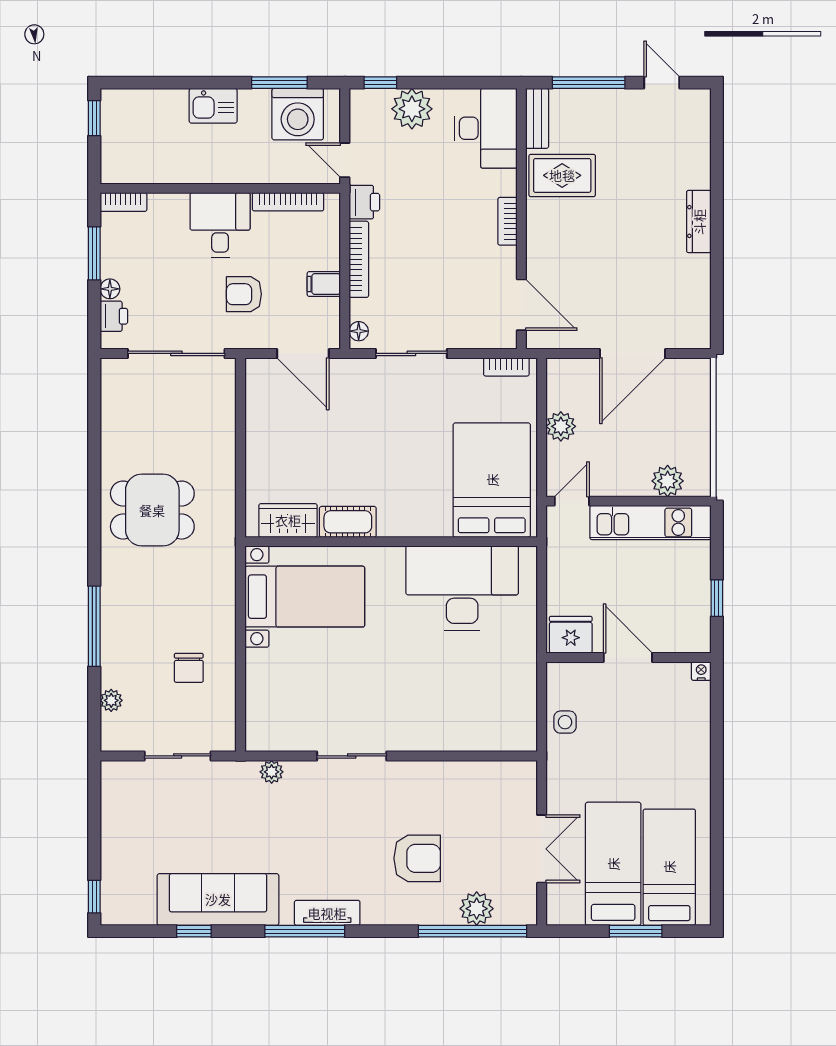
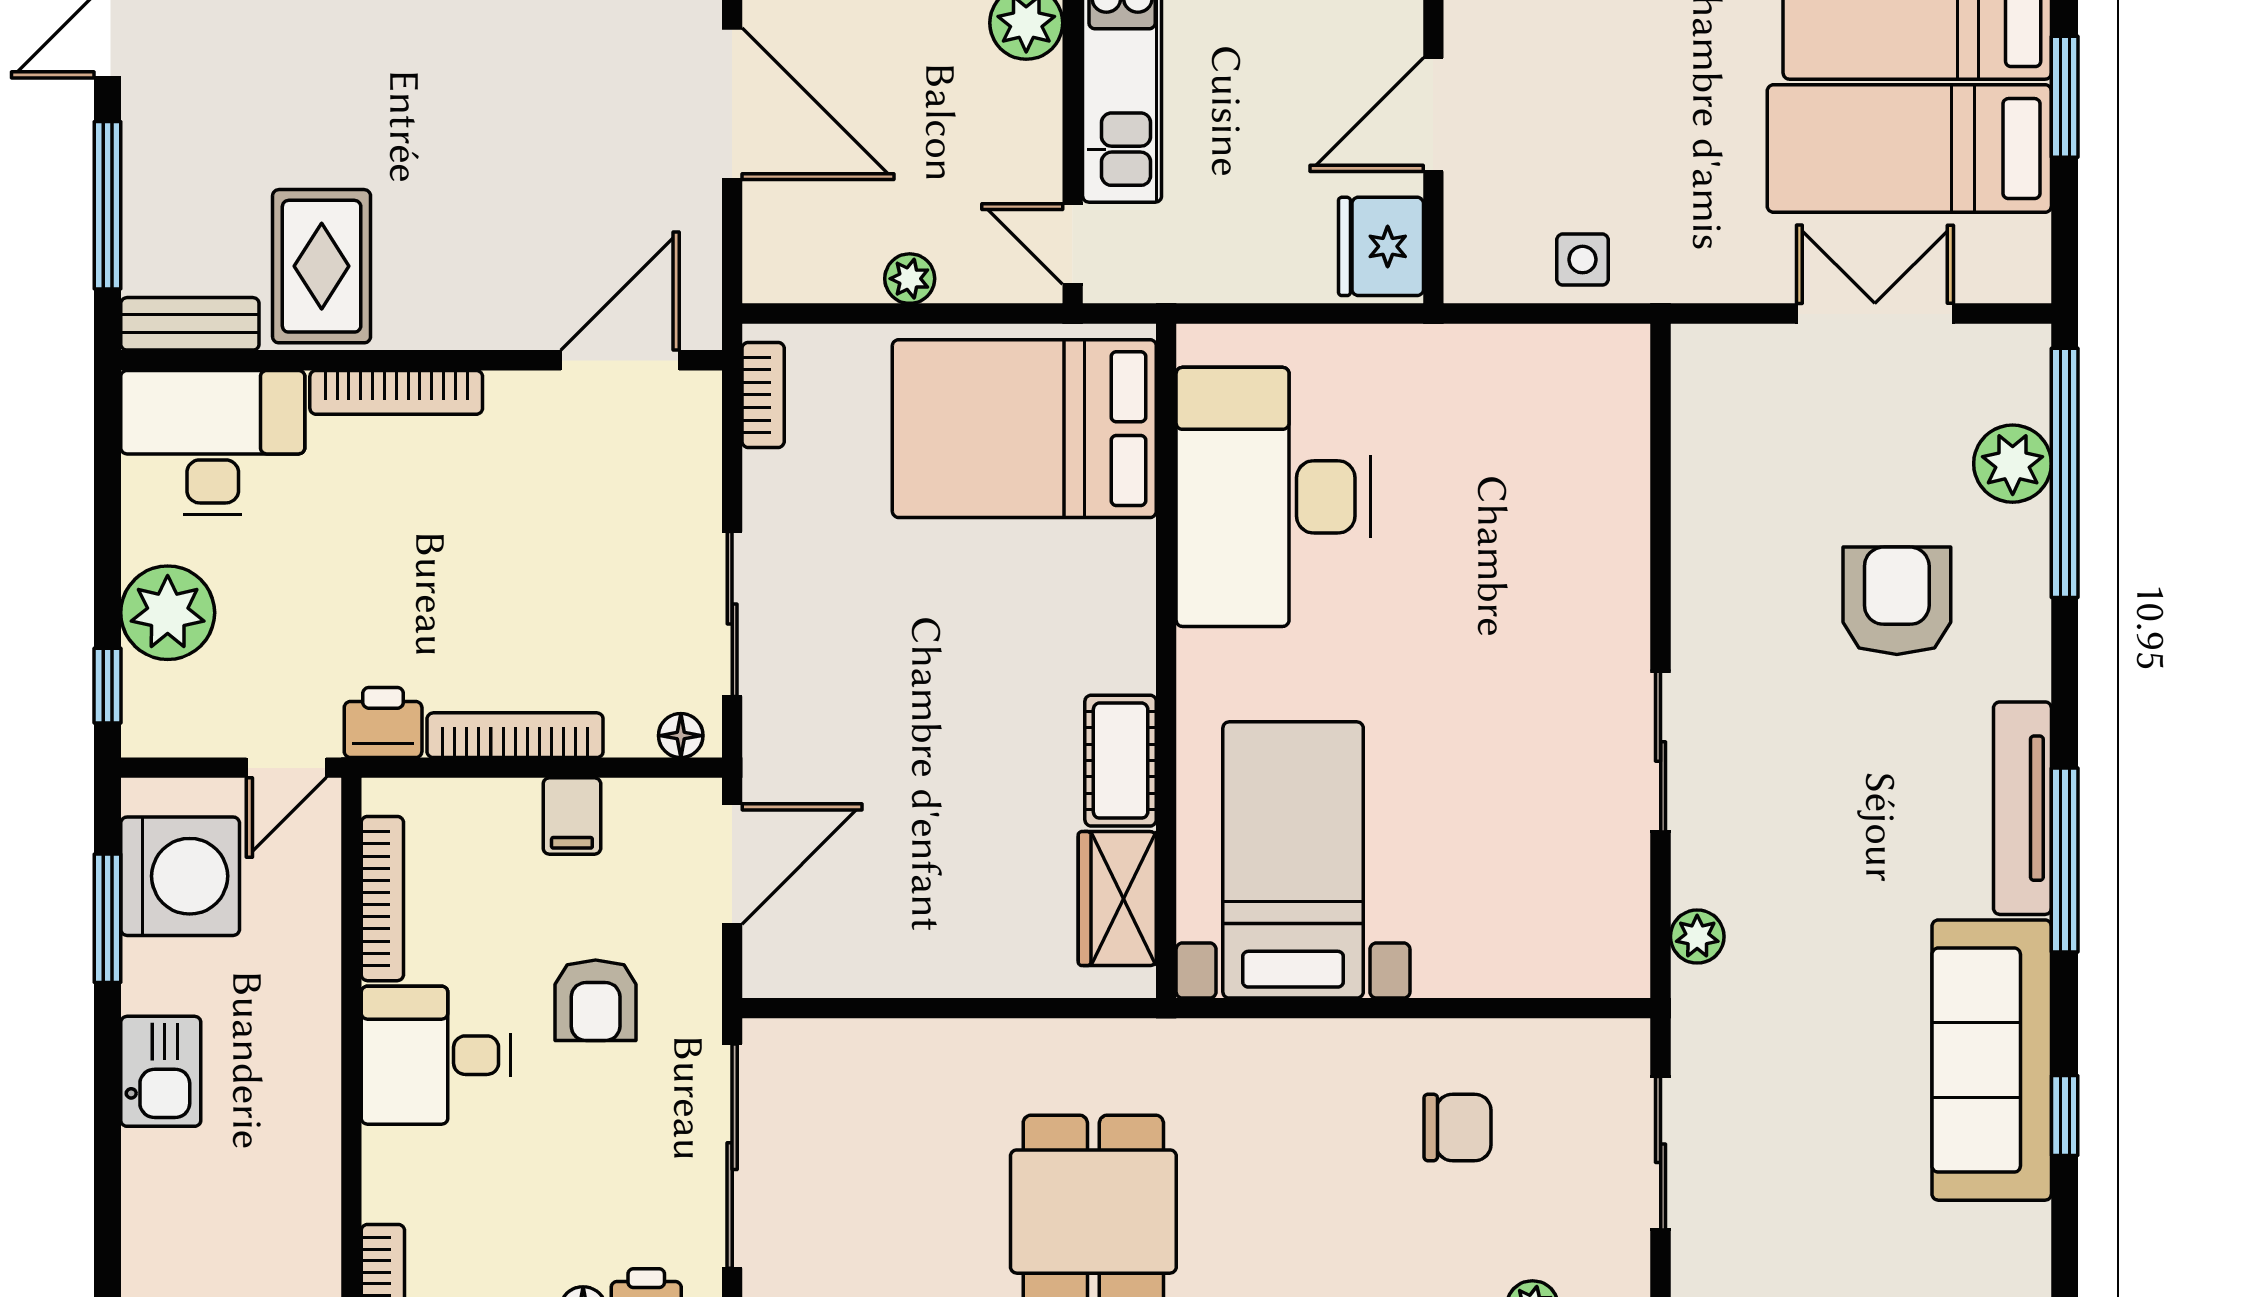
bookcase: (507, 221) -> (396, 392), width x1.56
plant: (561, 426) -> (910, 279), width x0.73, depth x0.73
tv unit: (327, 913) -> (2022, 808), width x1.41

